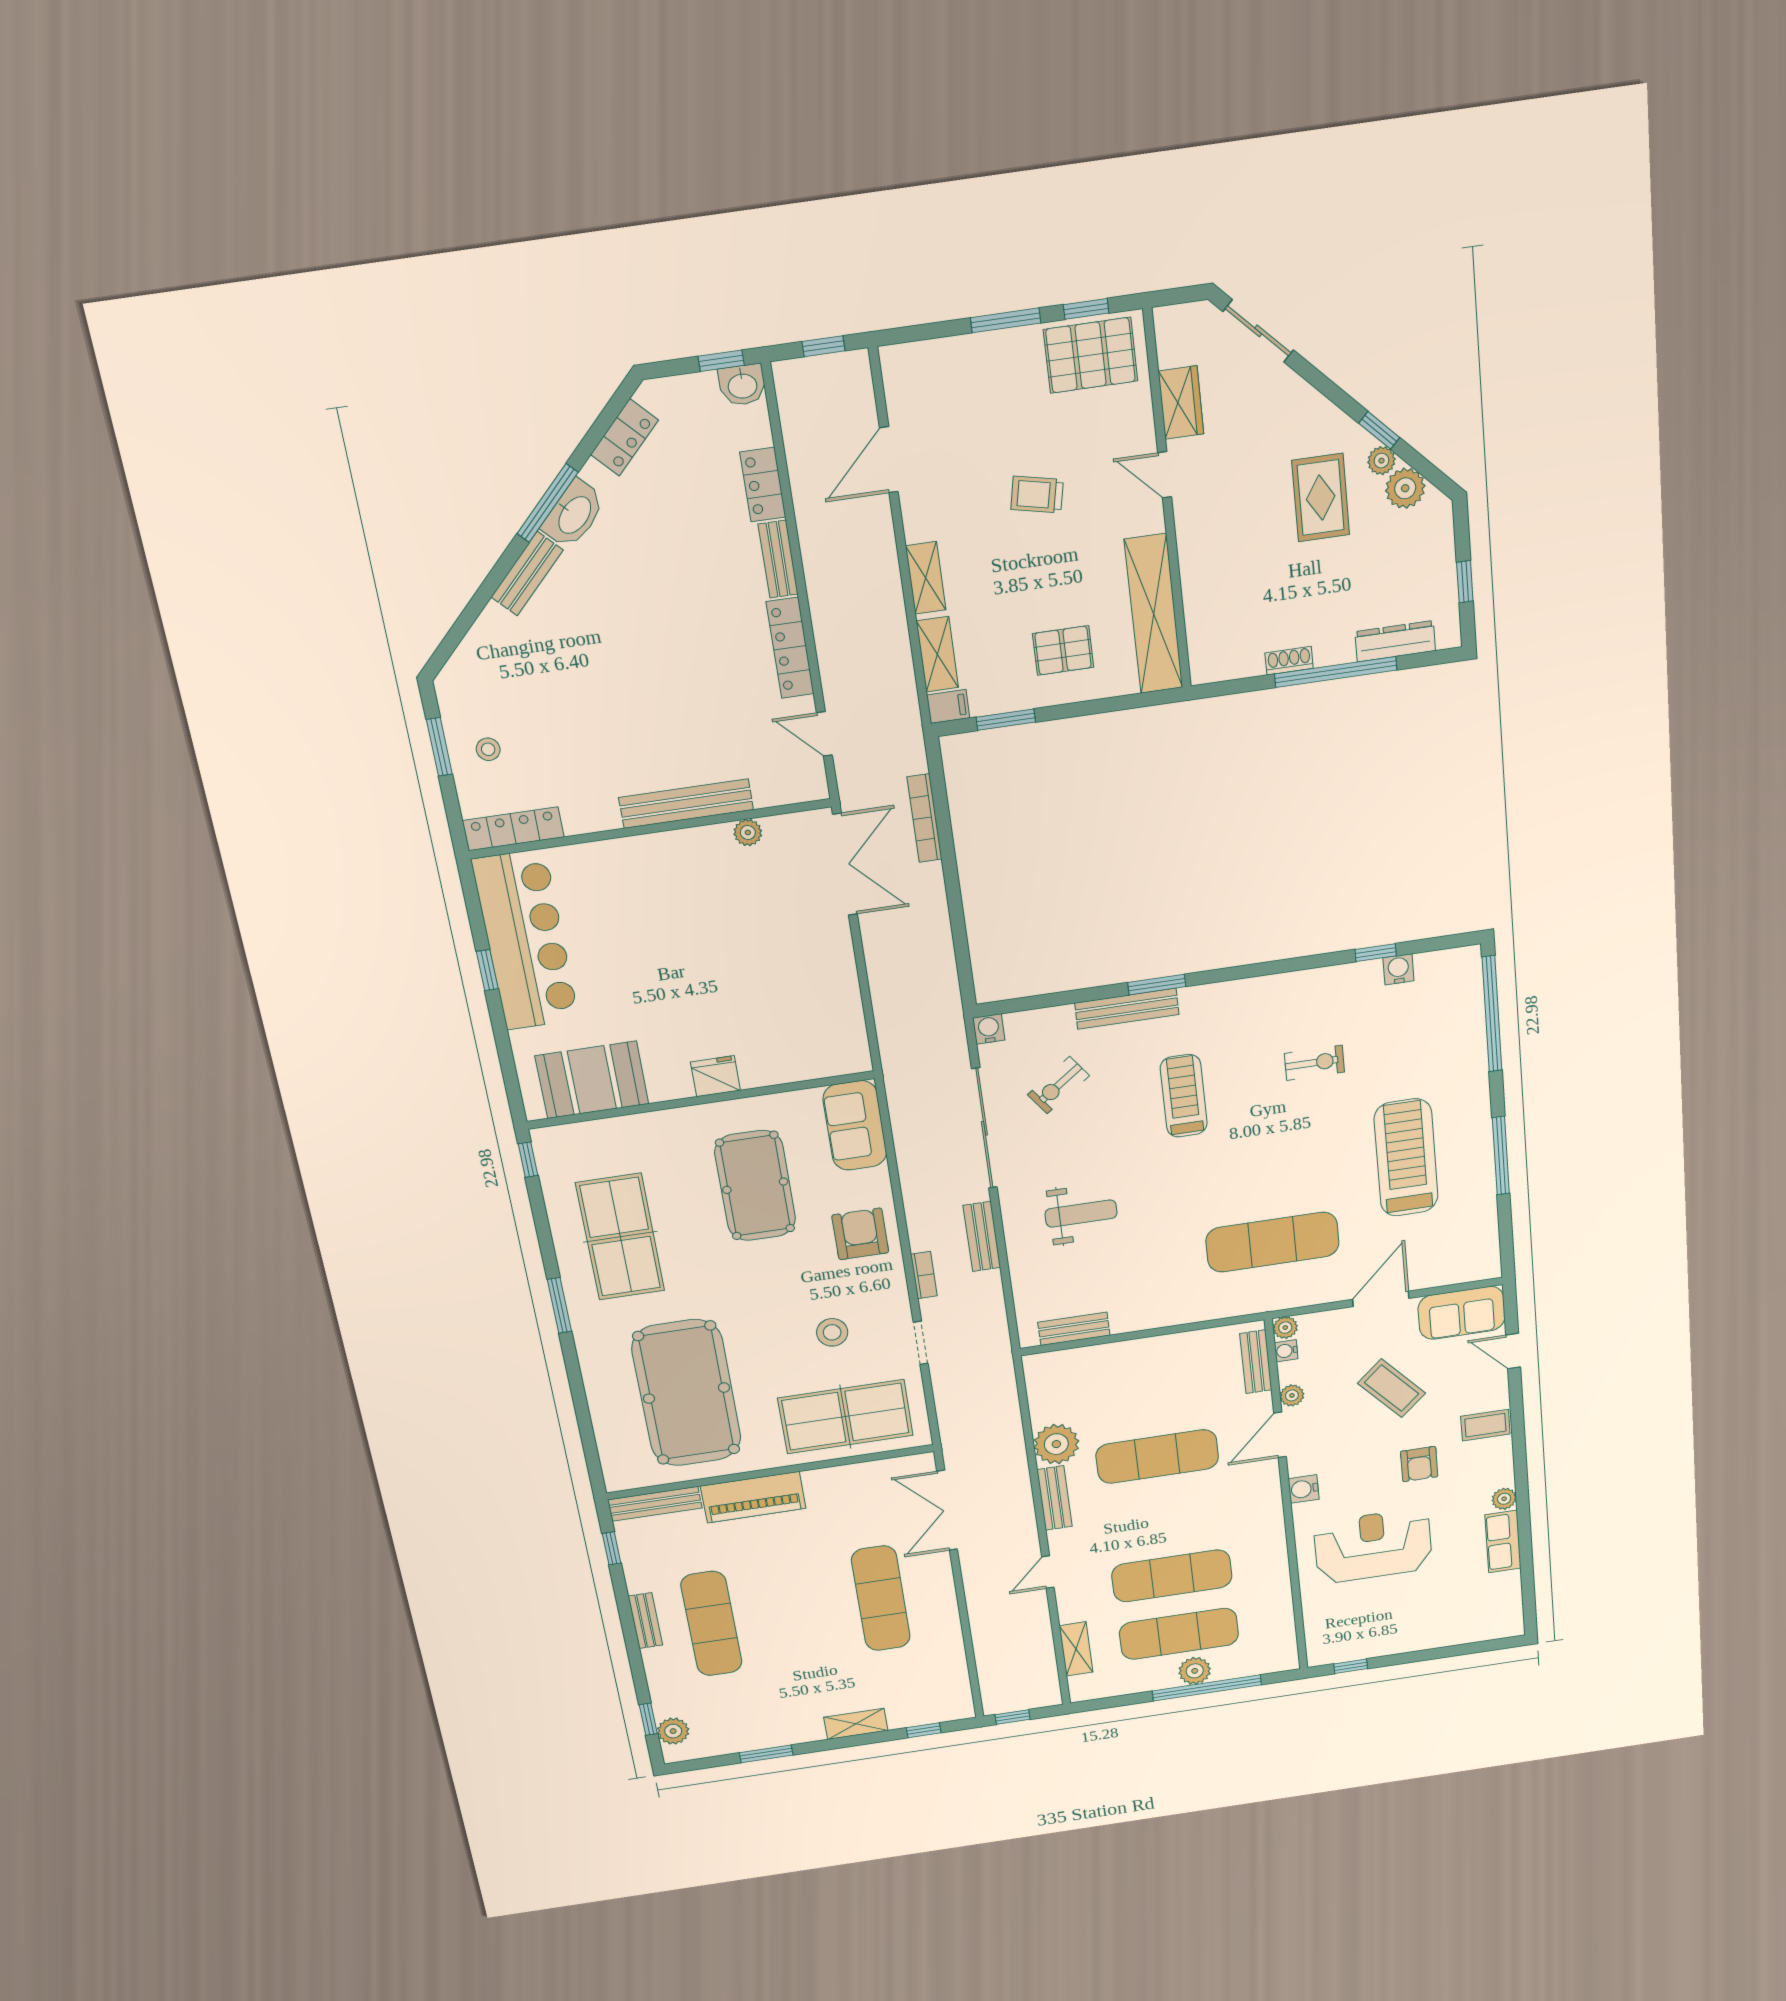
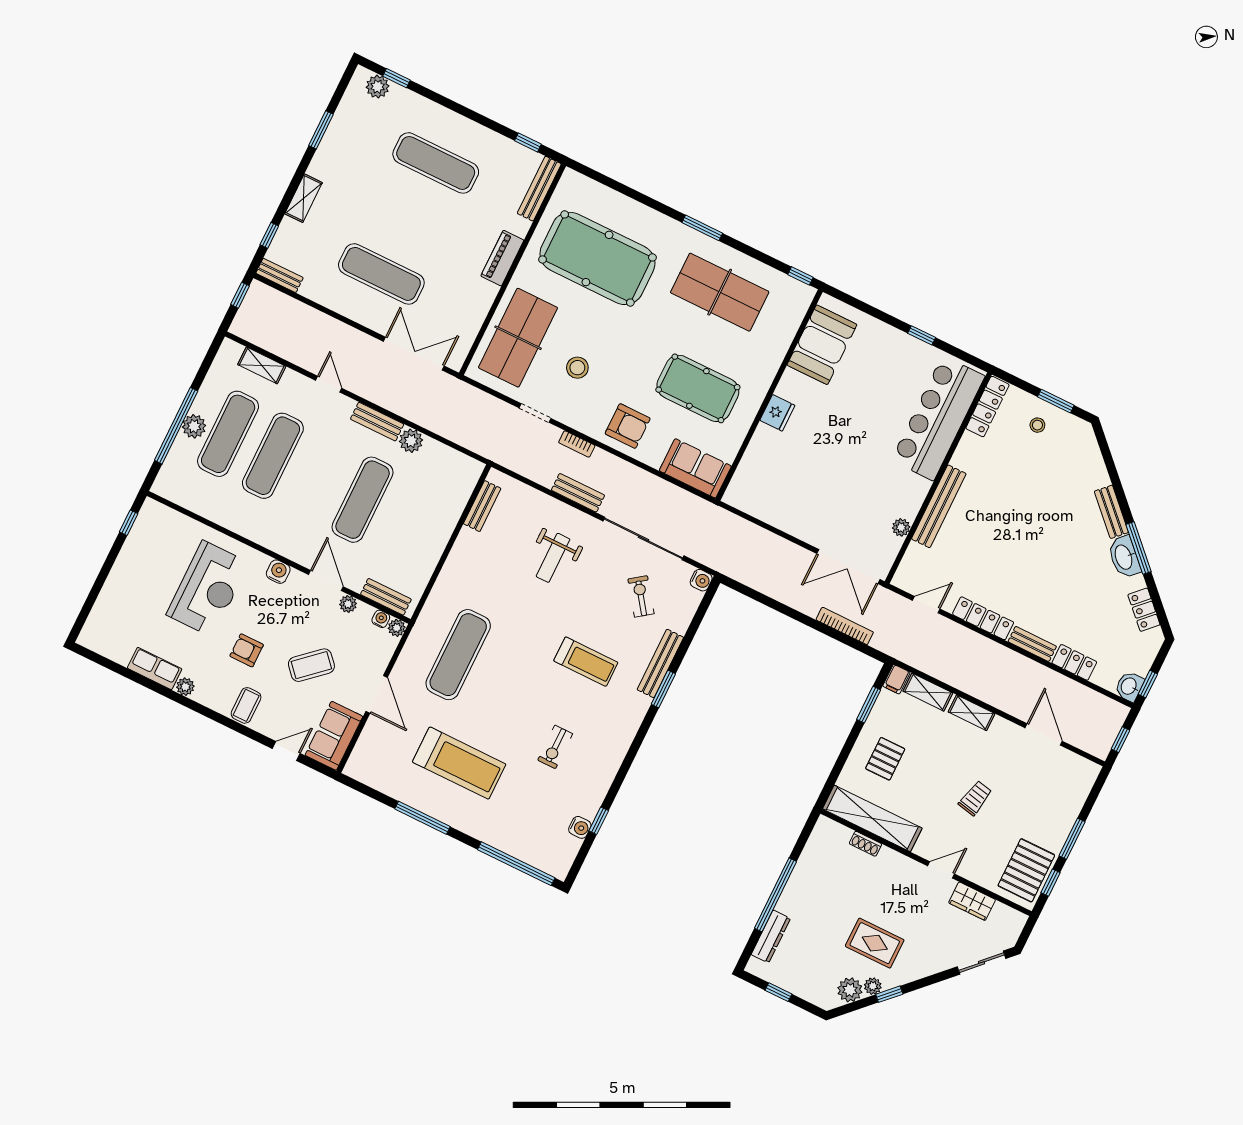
shoe rack: (1289, 661) -> (865, 844), moved, turned 90
bar counter: (526, 940) -> (938, 418), moved, turned 90
plant: (1056, 1444) -> (411, 441), width x0.73, depth x0.73
piano: (753, 1497) -> (502, 258), width x0.73, depth x0.75
bench: (645, 1621) -> (280, 275), moved

